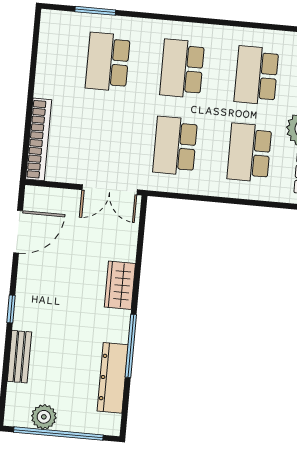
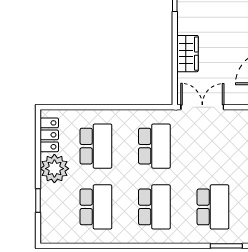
wardrobe: (120, 285) -> (188, 54), moved

